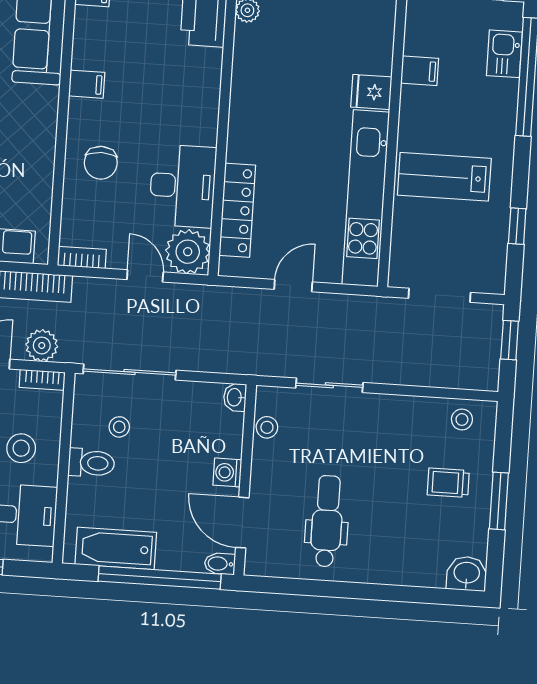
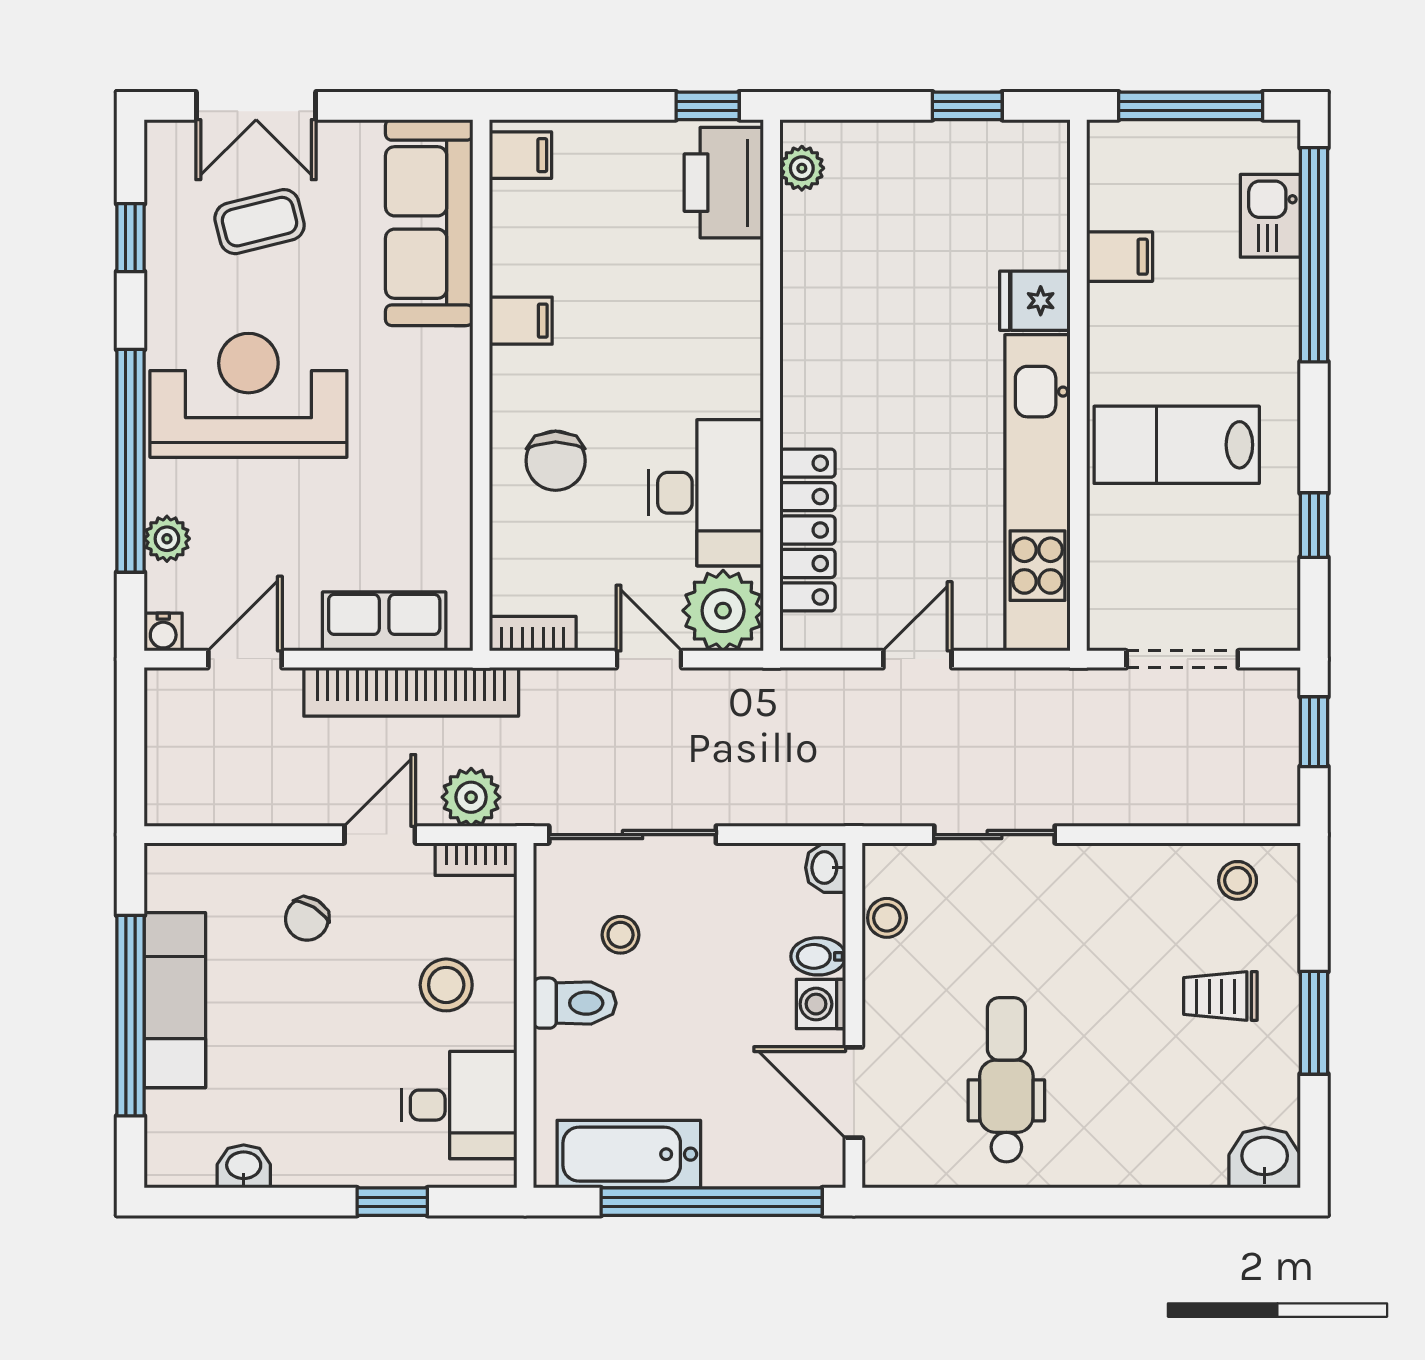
bidet: (220, 564) -> (818, 956), moved

